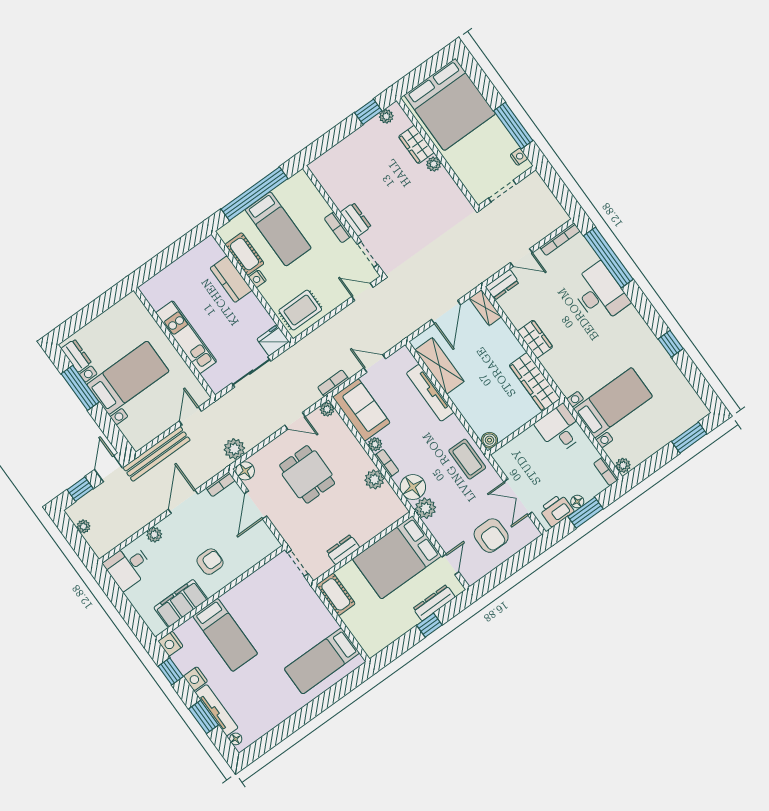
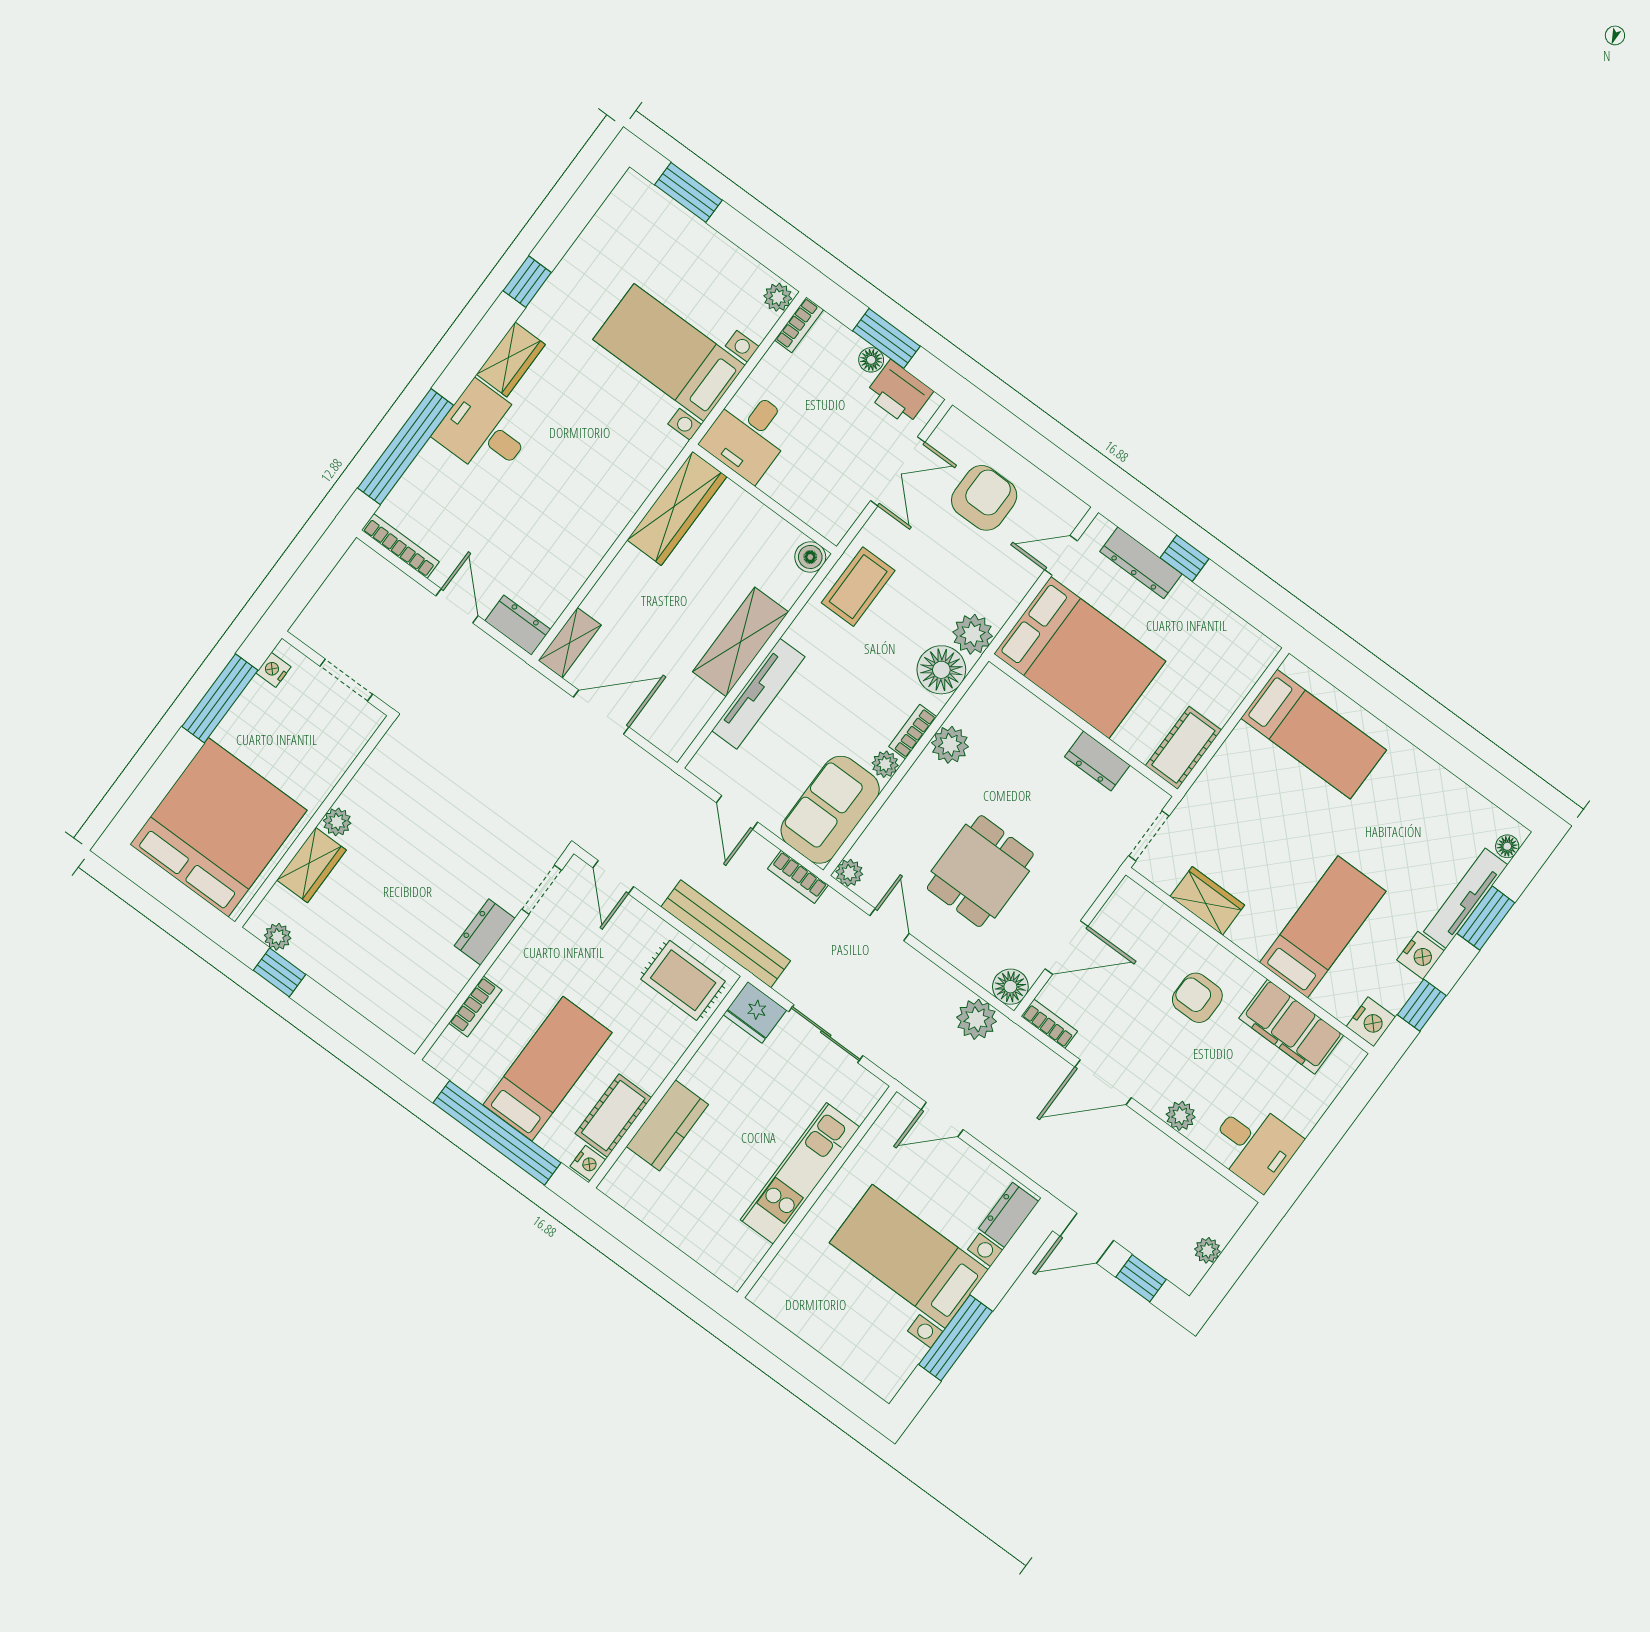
bookcase: (338, 227) -> (475, 1006), moved
nightstand: (257, 279) -> (588, 1163), moved
desk: (600, 293) -> (485, 431), width x0.73
wardrobe: (535, 339) -> (511, 359), moved, turned 180
dresser: (76, 356) -> (1009, 1215), moved
shelving: (440, 366) -> (741, 642), moved
bench: (157, 454) -> (726, 934), moved
wardrobe: (256, 582) -> (1207, 901), added

